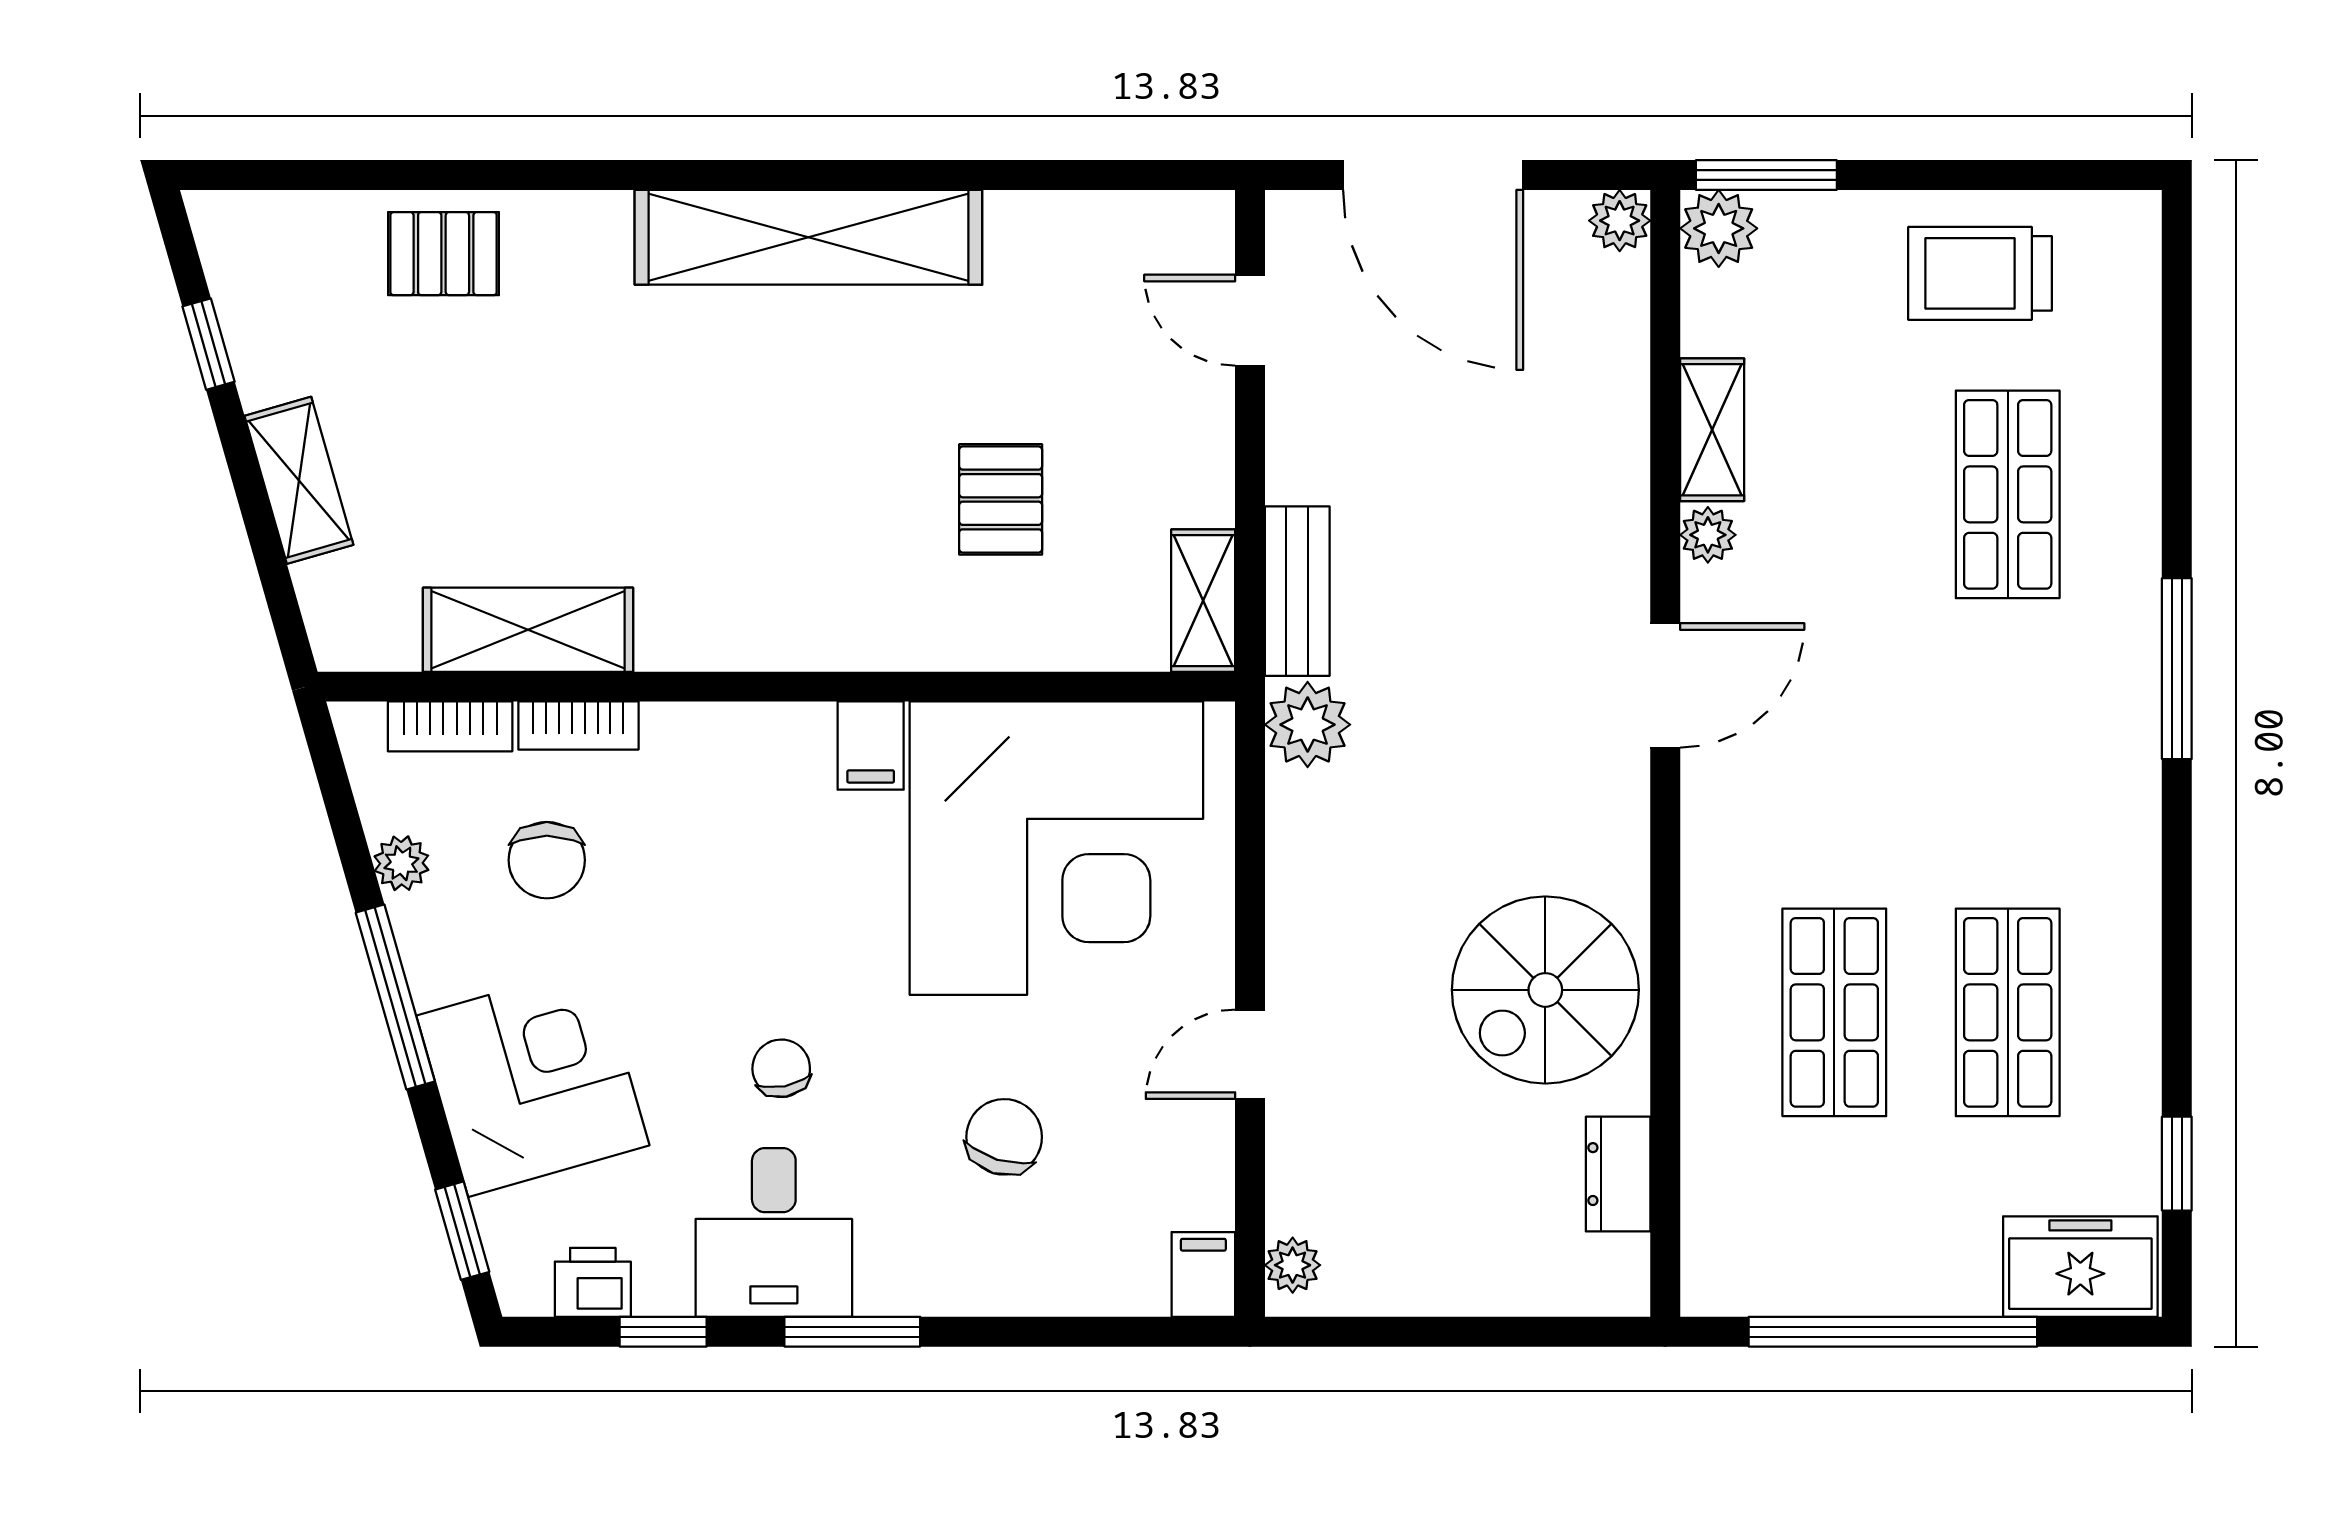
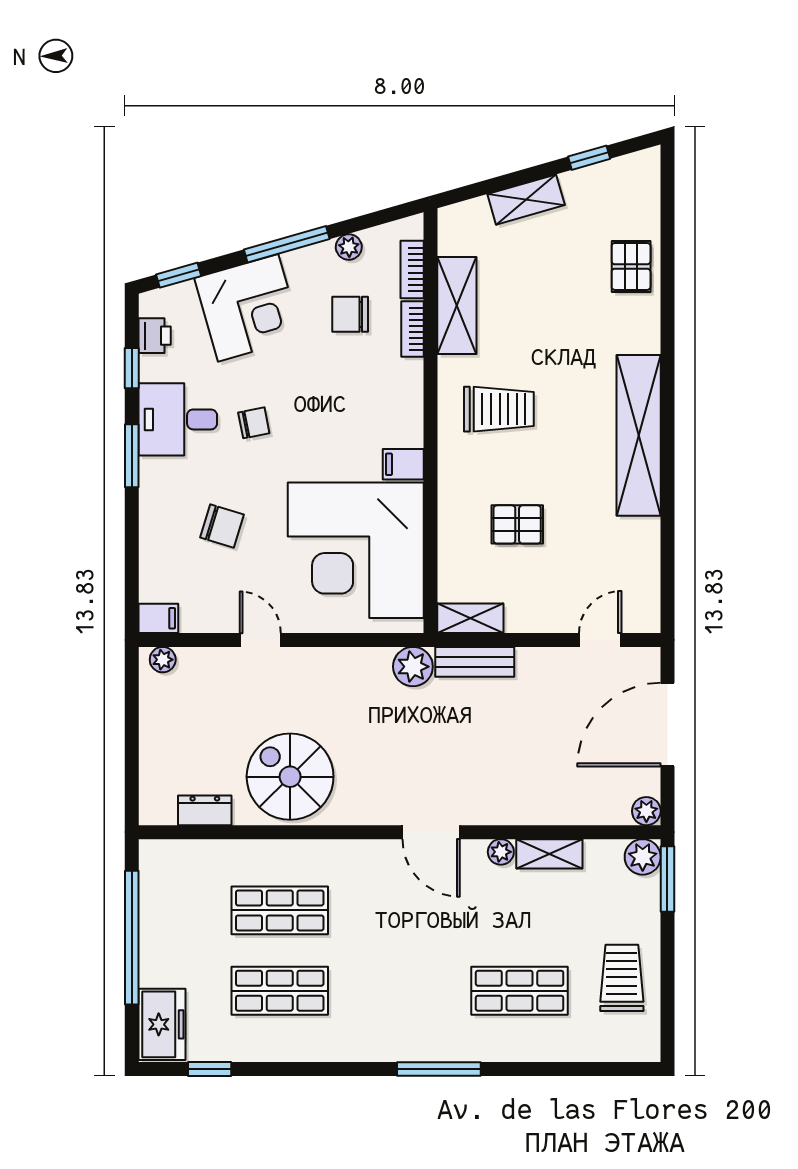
trolley: (751, 539) -> (499, 409), added

